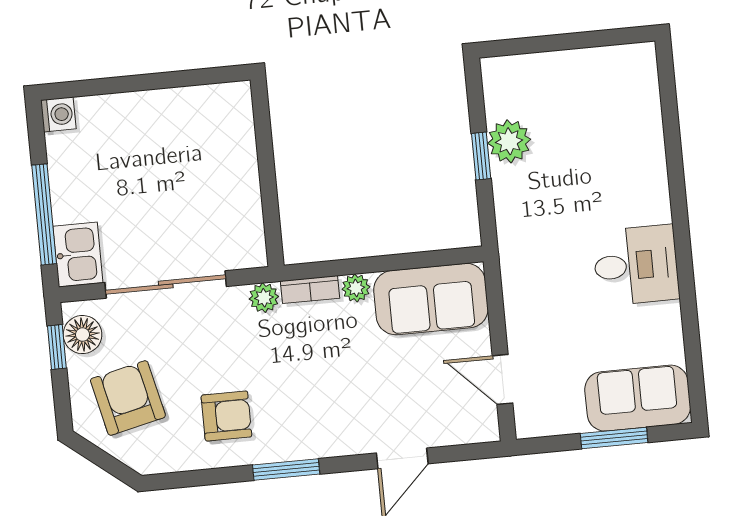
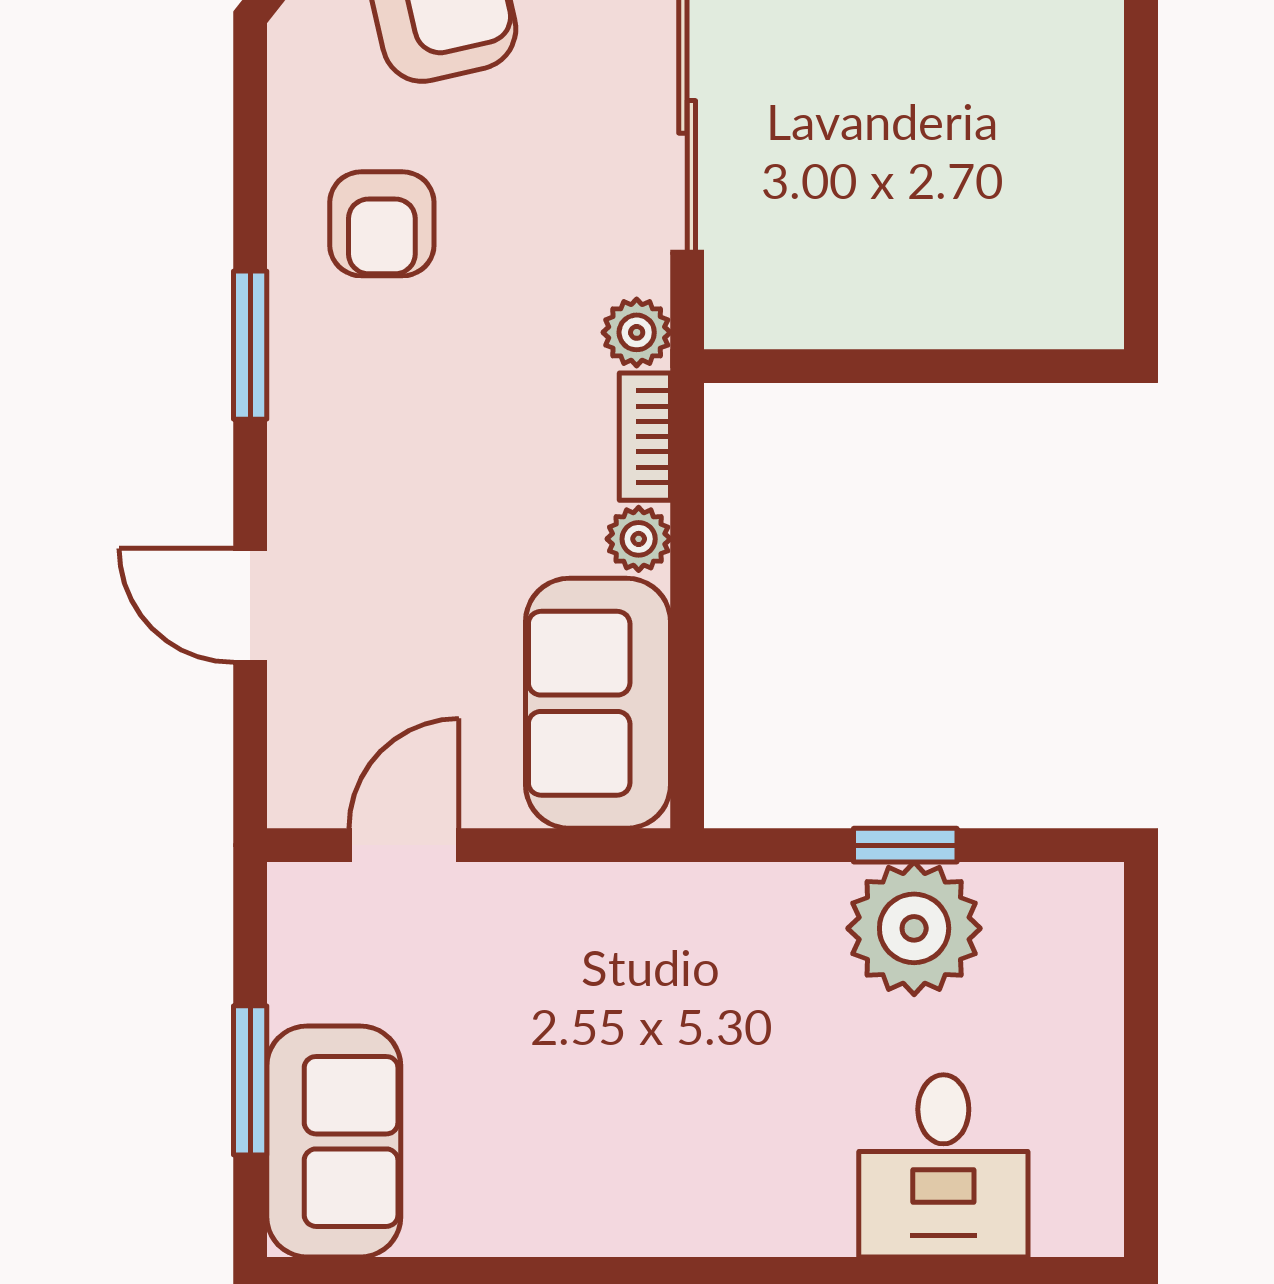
plant: (509, 141) -> (914, 928), width x1.36, depth x1.36
desk: (636, 265) -> (943, 1166), moved

